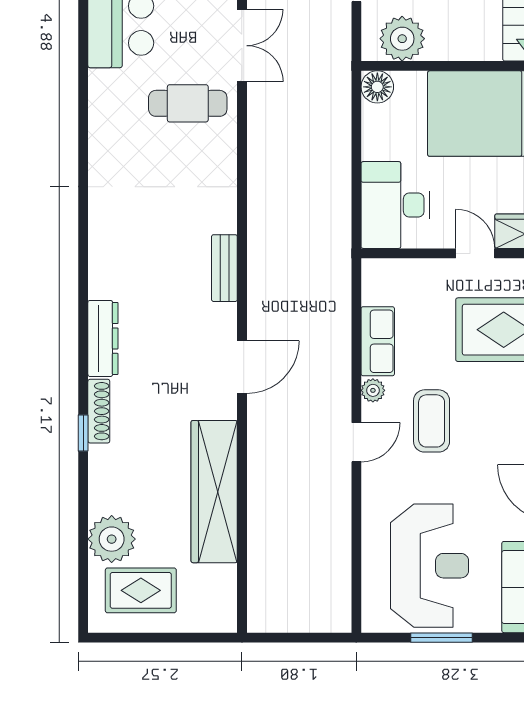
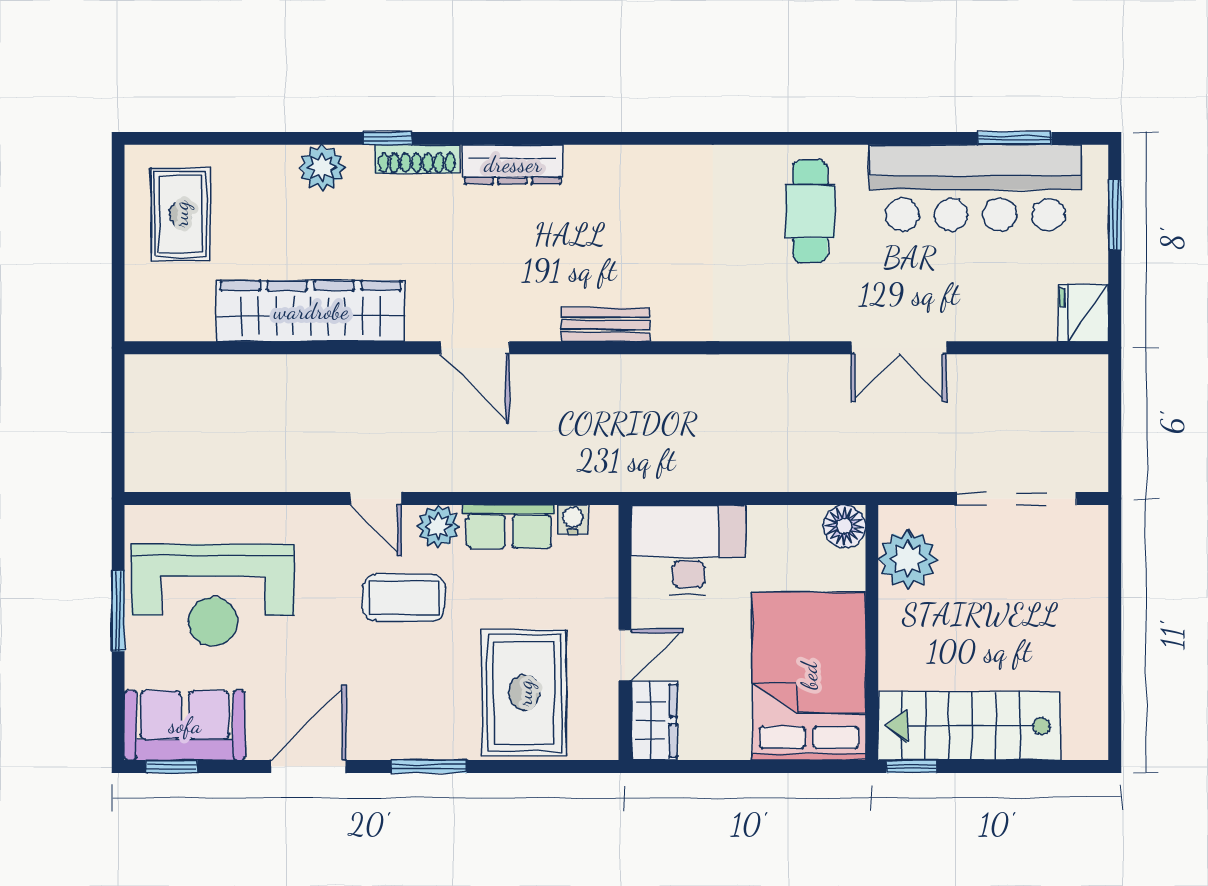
cafe table: (188, 103) -> (810, 211), moved
water cooler: (372, 293) -> (573, 520), added
plant: (373, 390) -> (438, 526), width x1.38, depth x1.38
plant: (112, 539) -> (322, 168), moved, width x0.73, depth x0.73

